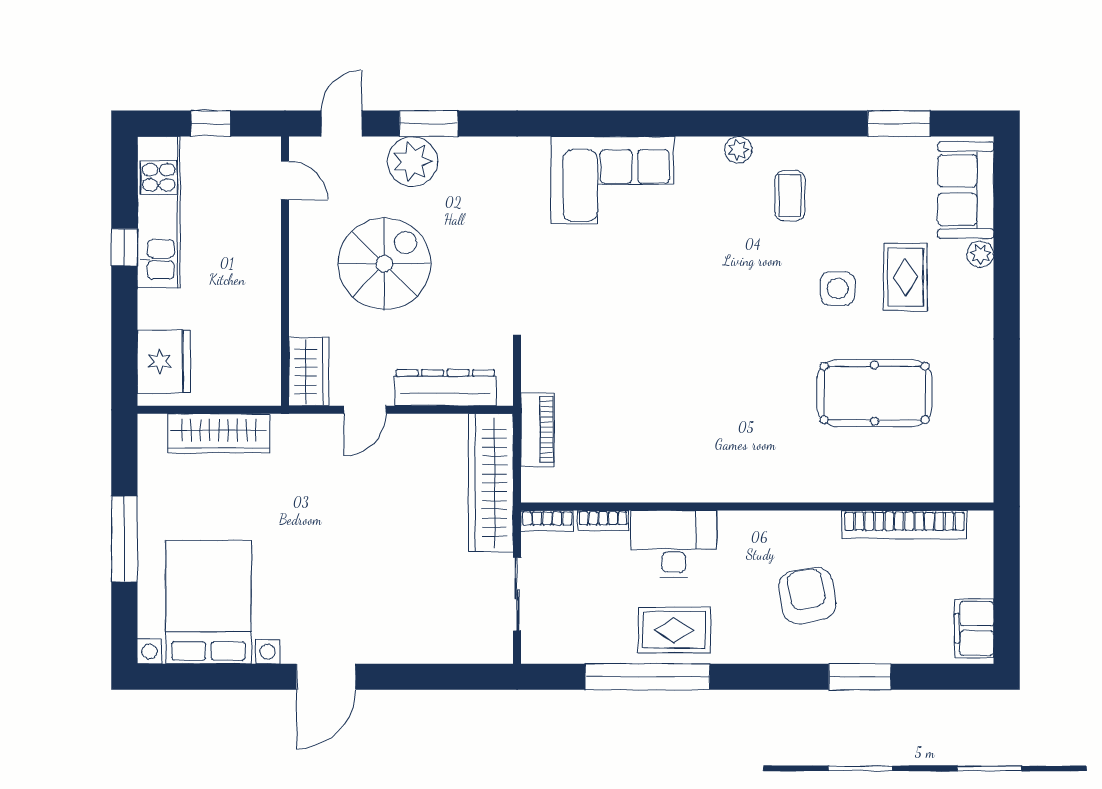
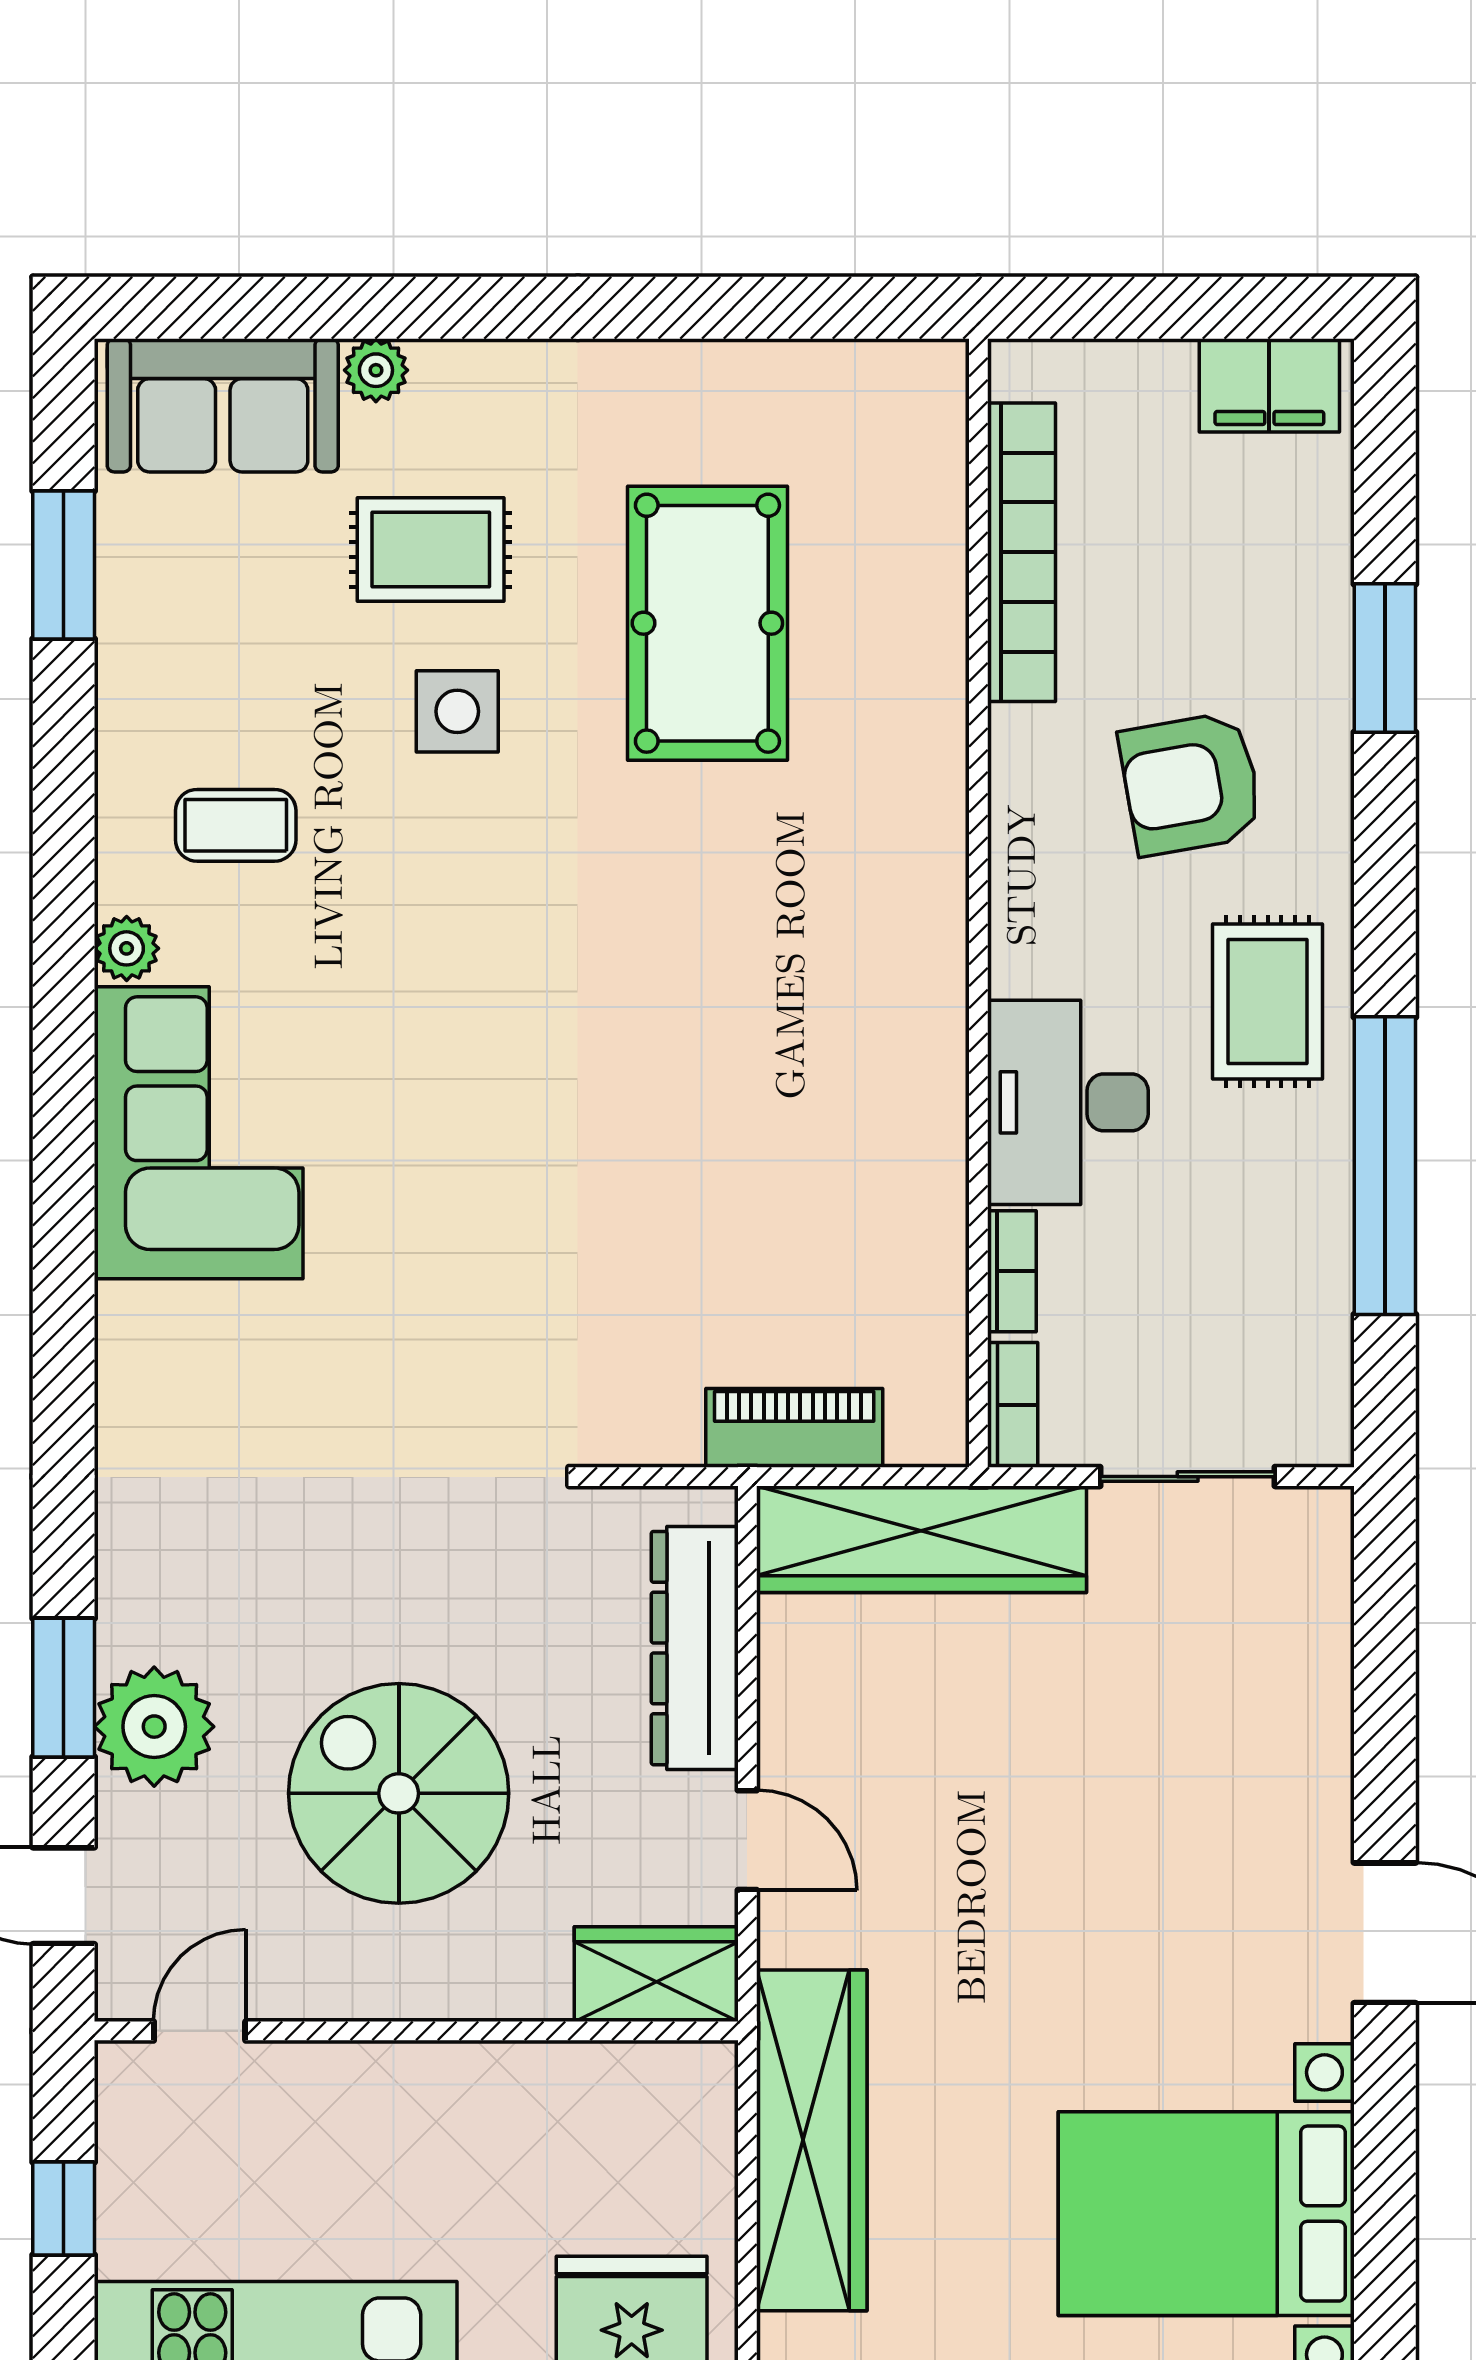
corner sofa: (612, 180) -> (199, 1133), moved
wardrobe: (219, 433) -> (812, 2140), width x1.40, depth x1.17
rug: (674, 630) -> (1268, 1002), moved

